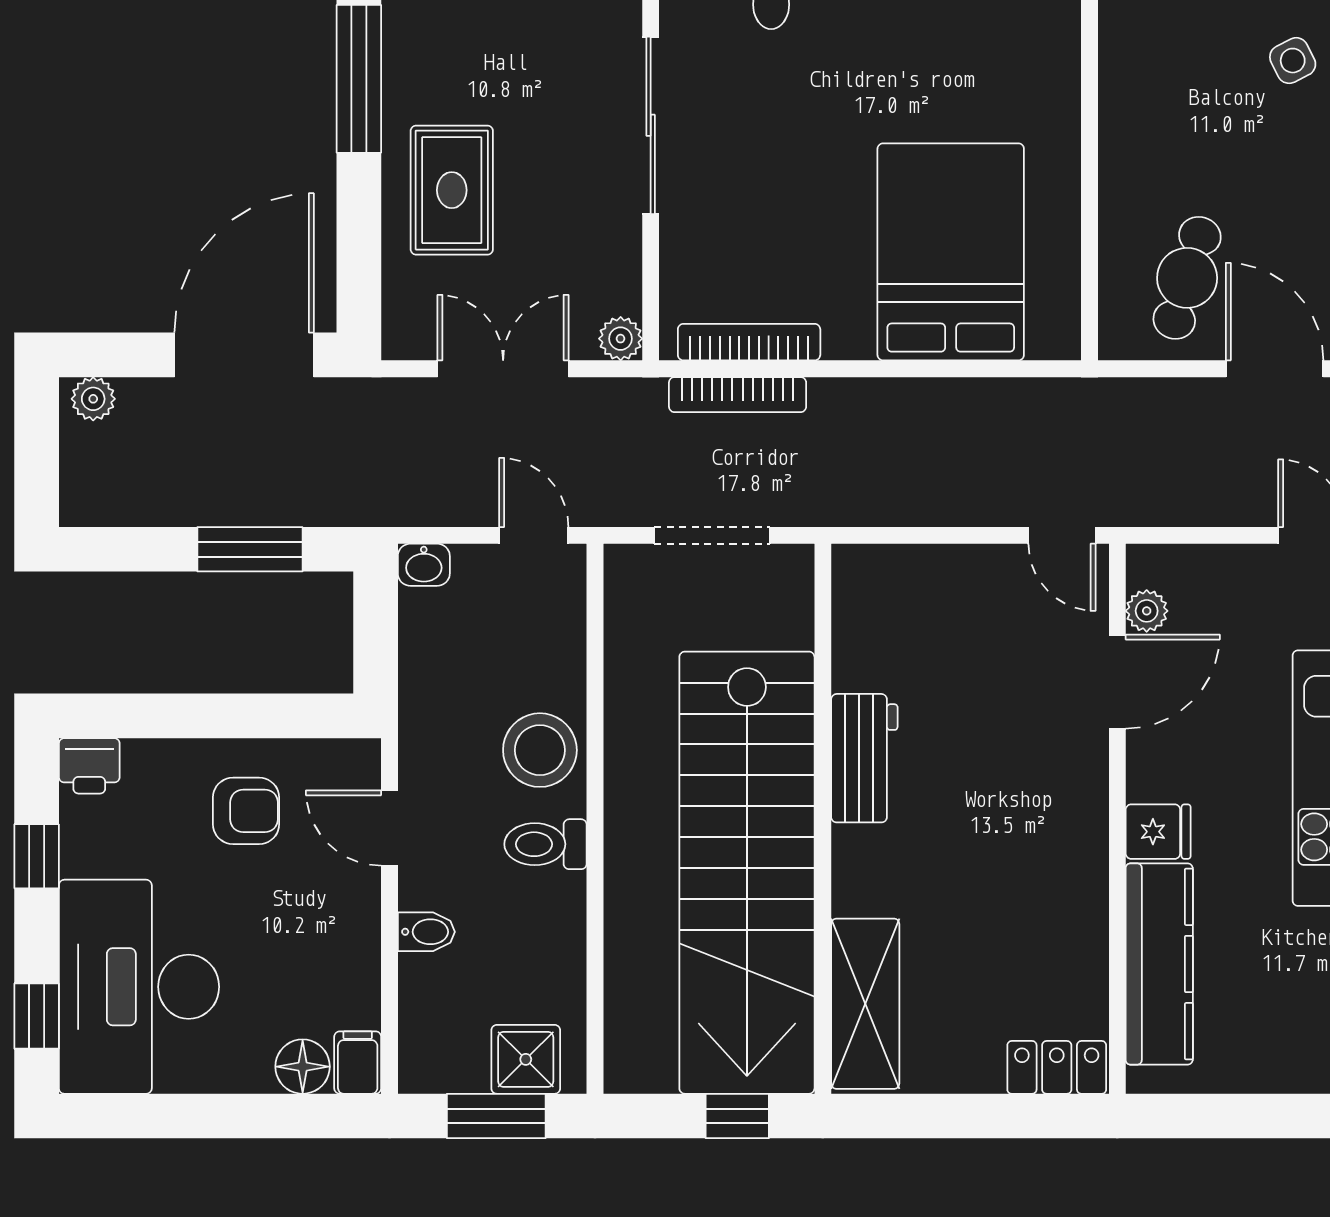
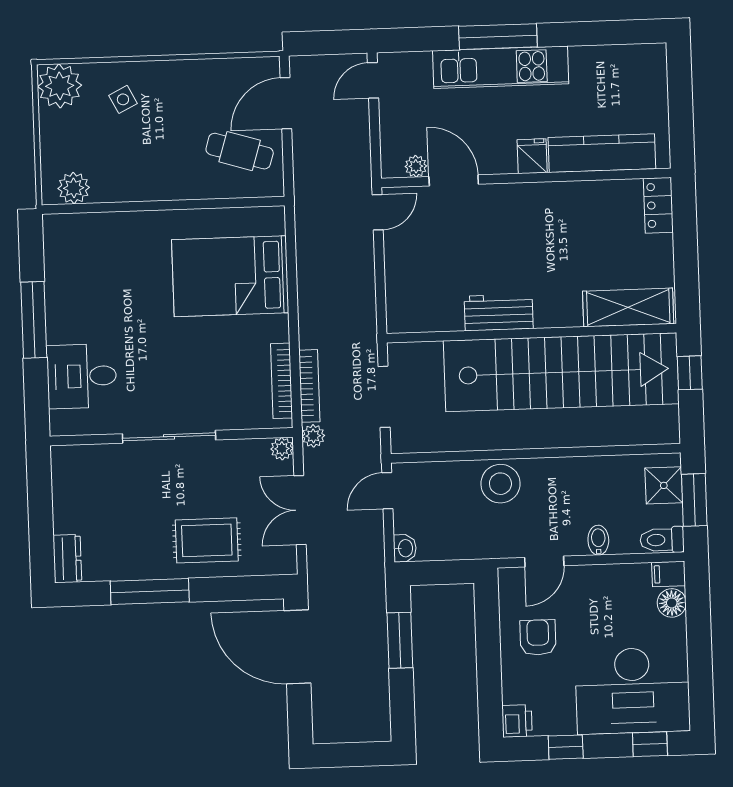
plant: (93, 399) -> (313, 436), moved
toilet: (546, 844) -> (662, 540), moved, turned 90

